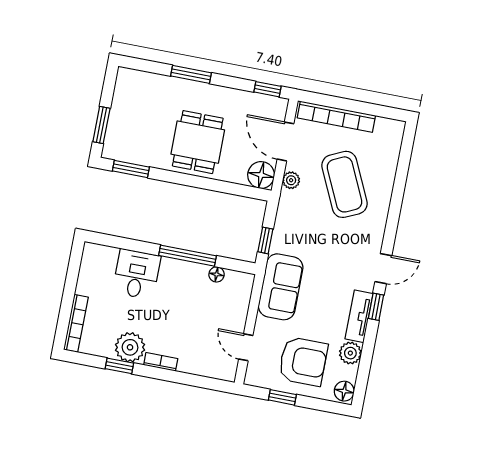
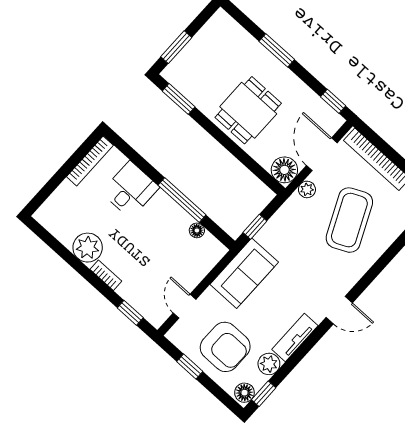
window: (376, 307) -> (264, 394), moved
bookcase: (76, 323) -> (90, 161), moved
window: (119, 366) -> (130, 313), moved

